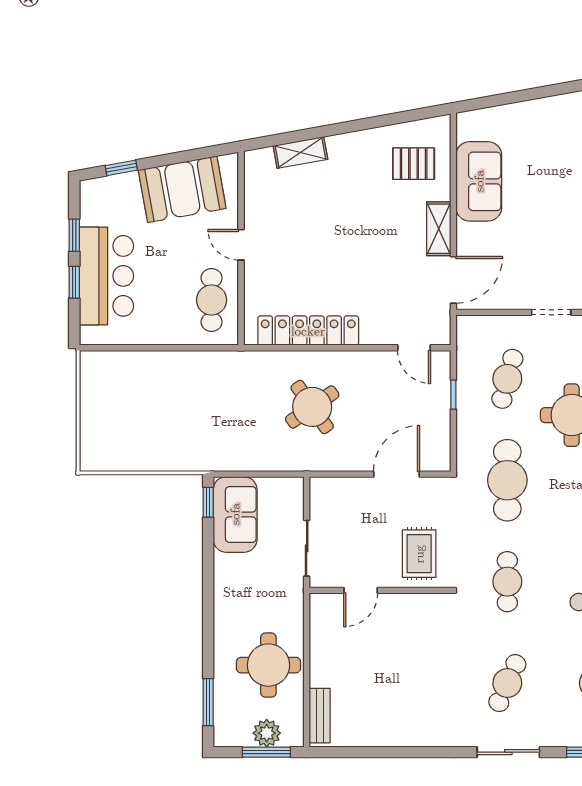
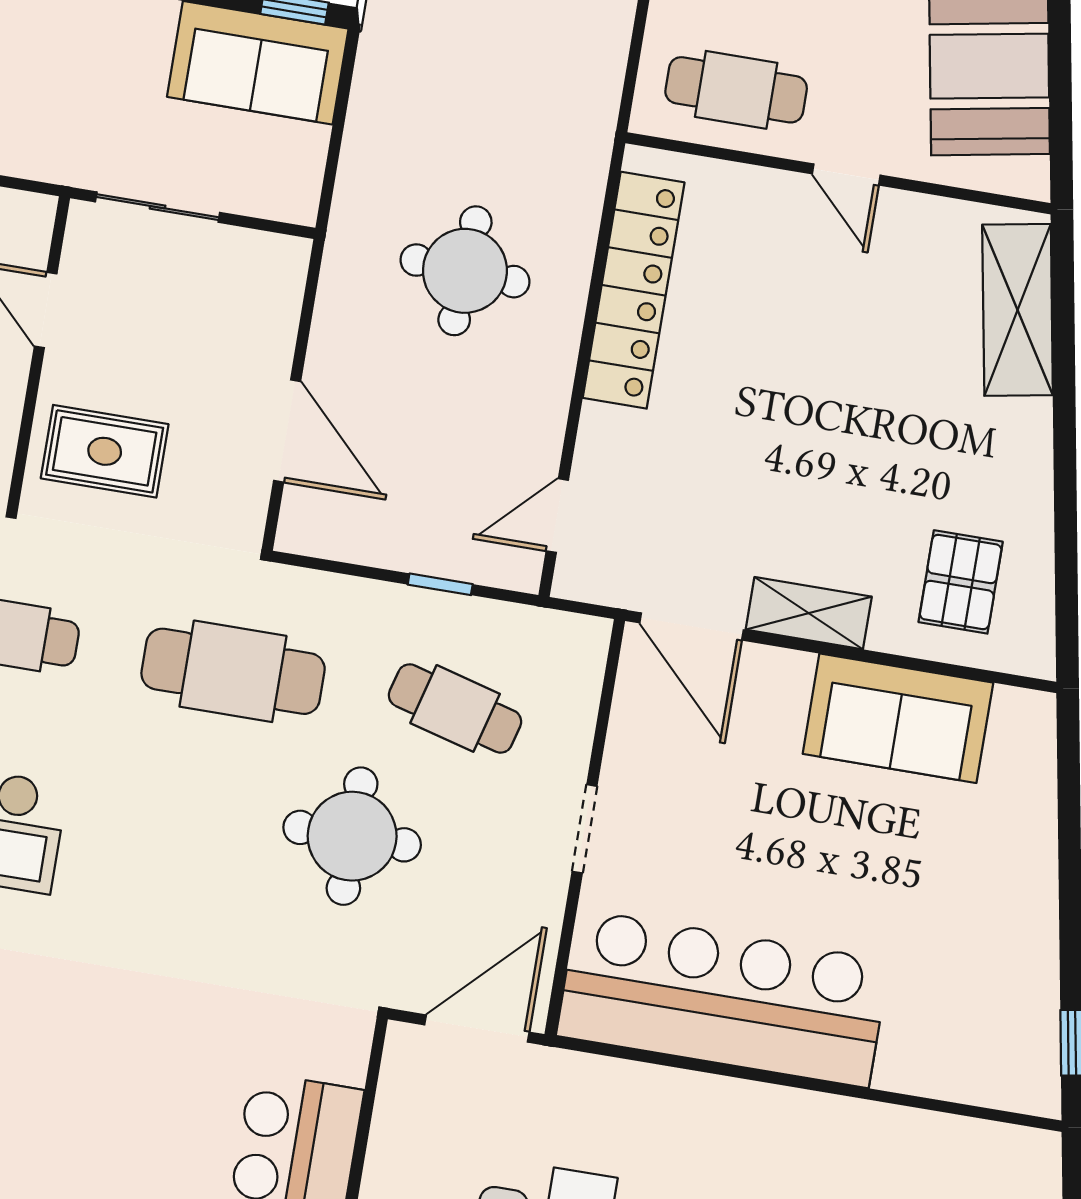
shelving: (300, 153) -> (1018, 310), width x1.50, depth x1.33
door: (241, 245) -> (846, 174), swing flipped
round table: (312, 407) -> (465, 271), turned 38

